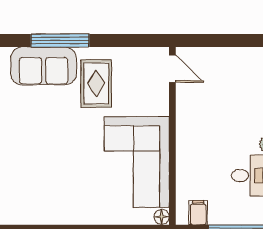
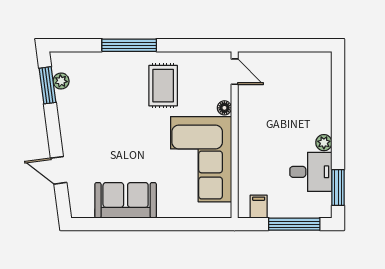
sofa: (44, 66) -> (126, 200), moved, turned 180
floor lamp: (162, 217) -> (224, 108), moved

